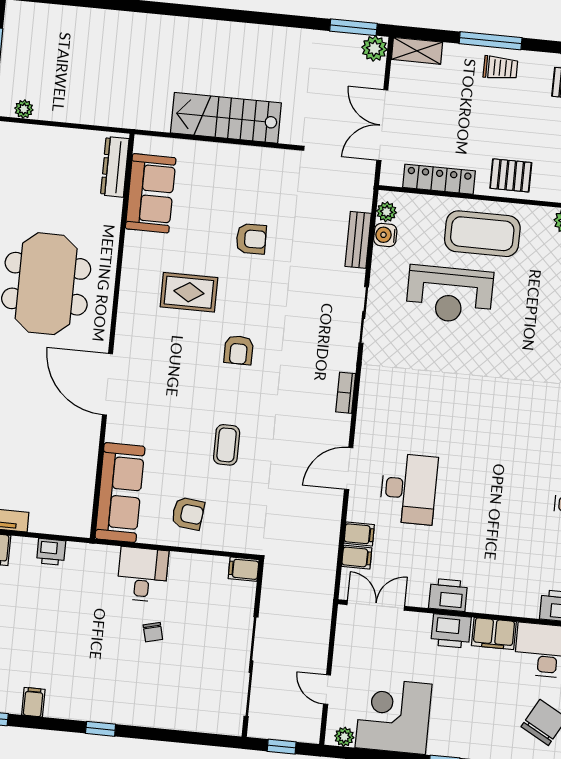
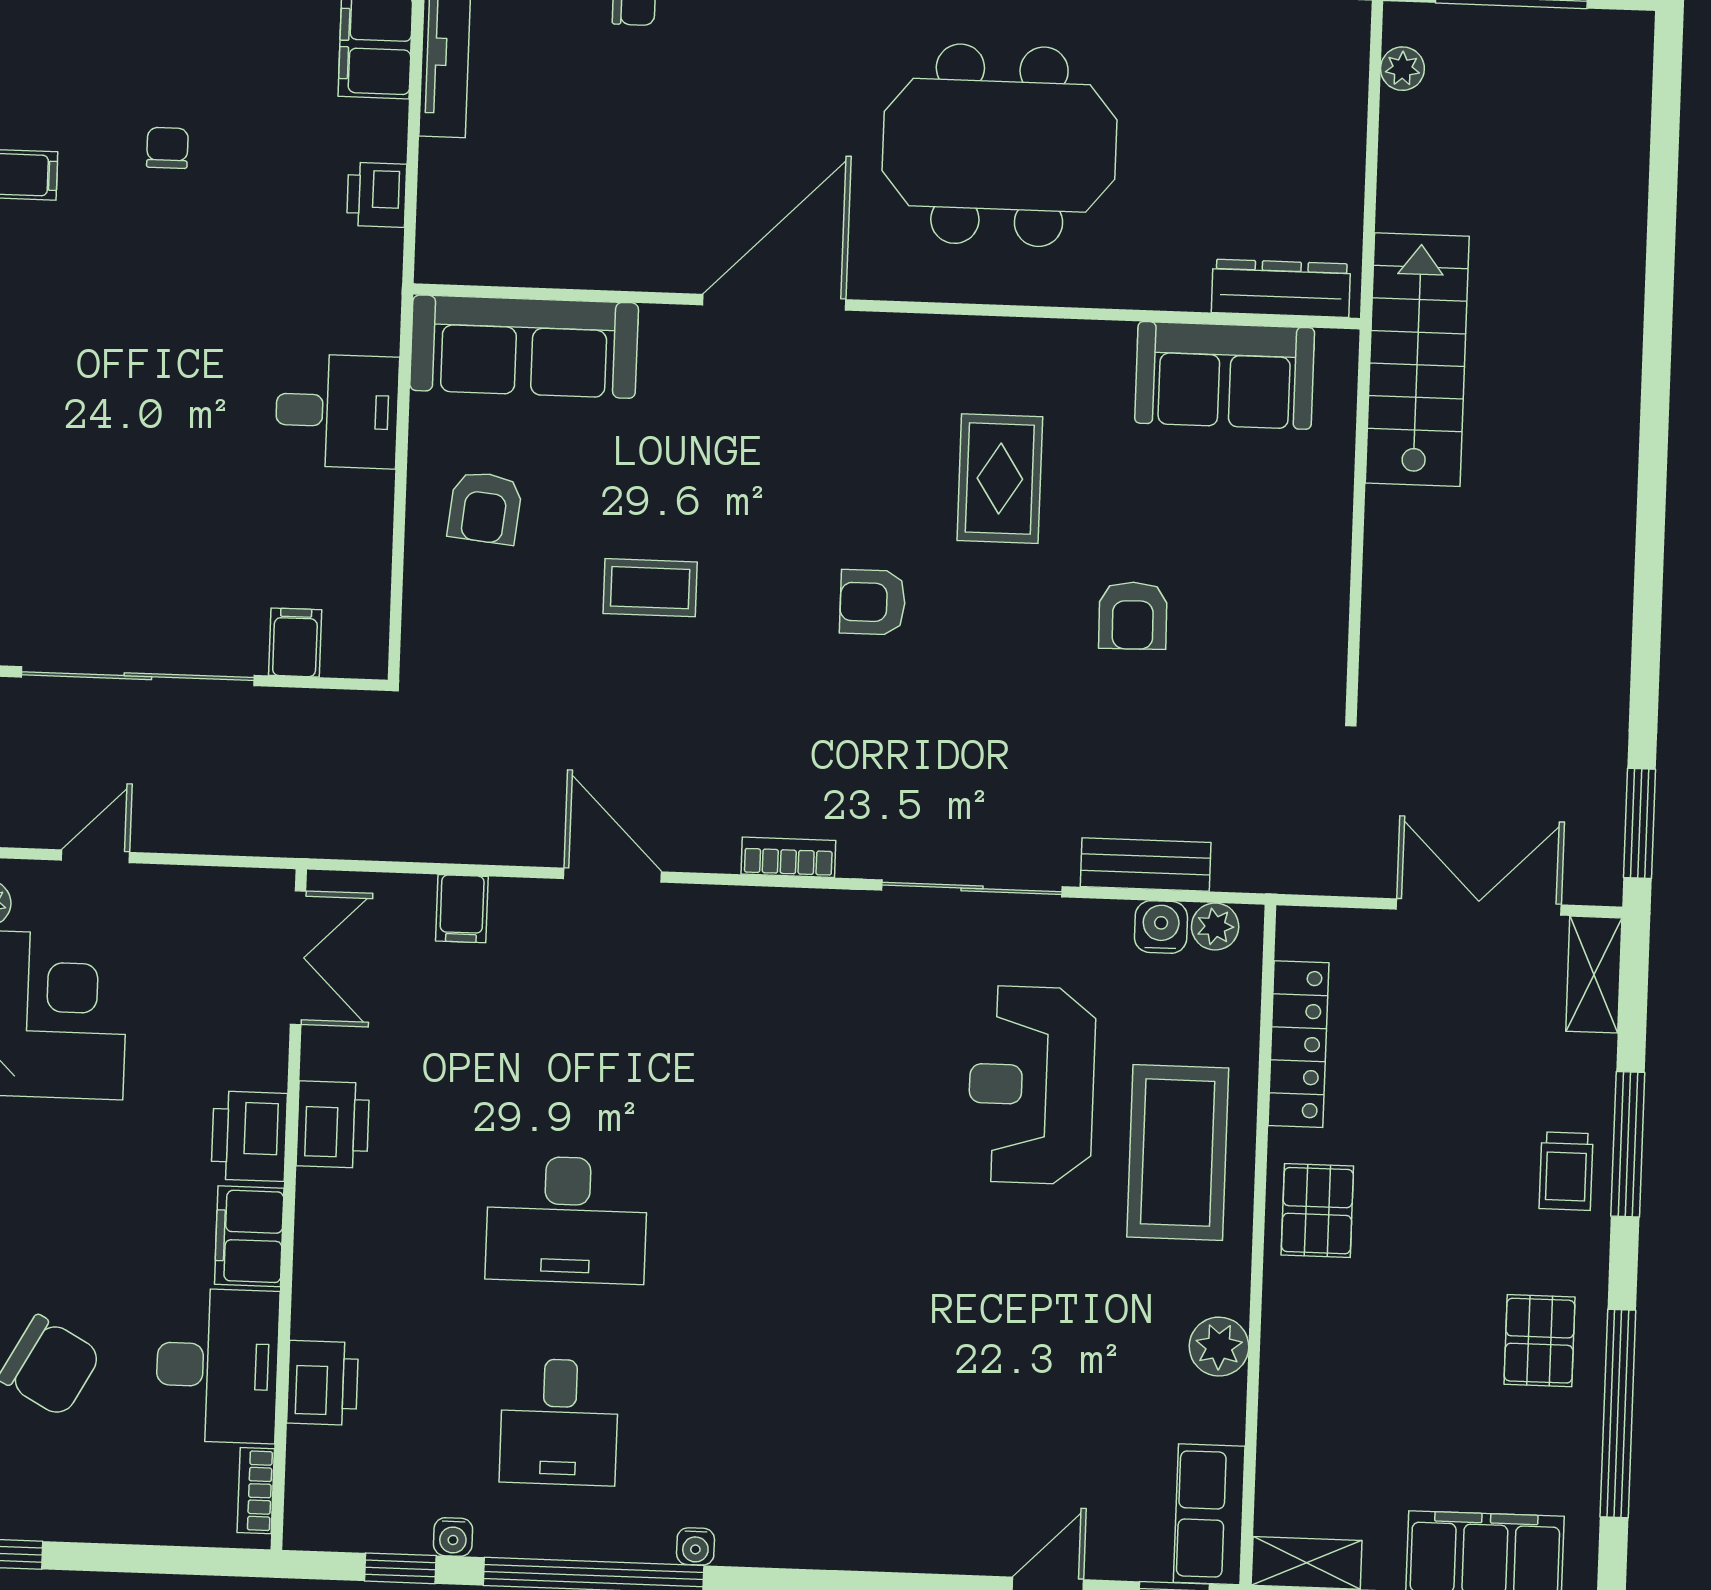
plant: (374, 48) -> (1593, 875), removed
stairs: (226, 118) -> (1417, 360), moved
double door: (382, 125) -> (1479, 907), moved
sliding door: (364, 315) -> (972, 888), width x1.37
desk: (409, 489) -> (567, 1220), moved
filing cabinet: (357, 557) -> (408, 906), removed
filing cabinet: (244, 569) -> (295, 642), moved
chair: (153, 632) -> (167, 148), moved, turned 104

